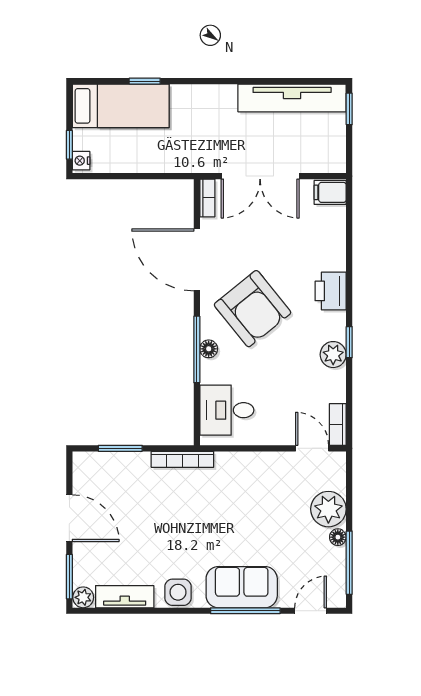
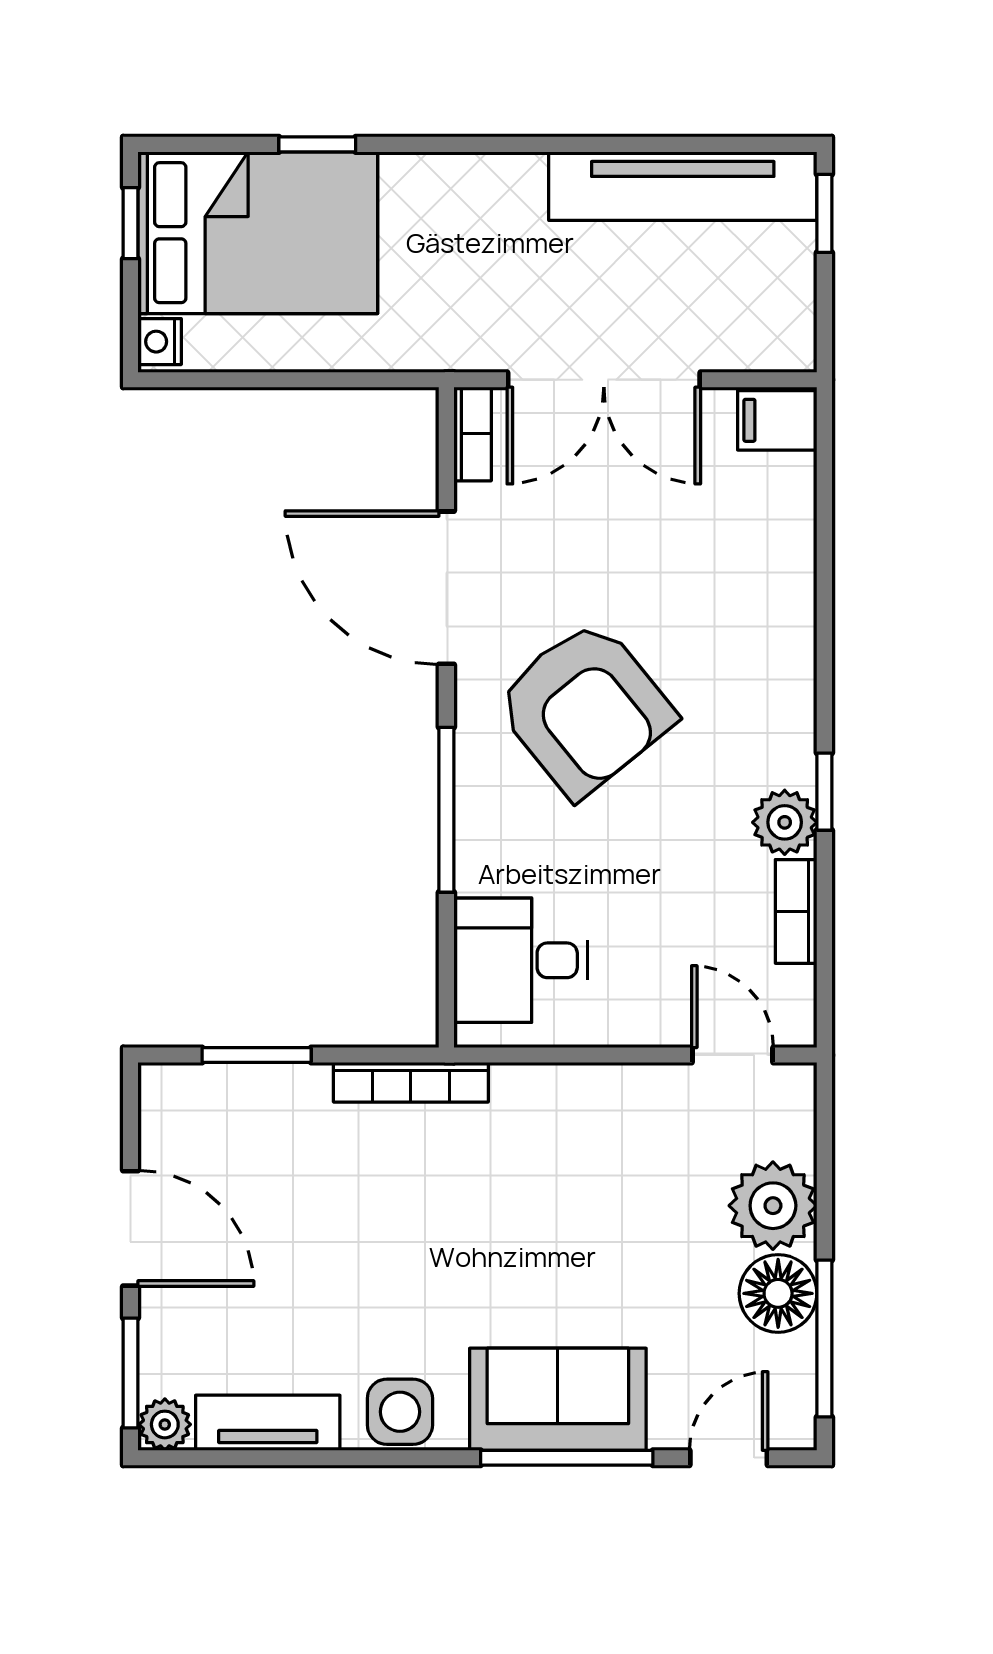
bed: (121, 106) -> (258, 233), width x1.50
window: (69, 145) -> (130, 223), moved
printer: (331, 291) -> (778, 665), removed
floor lamp: (209, 349) -> (476, 808), removed
bookcase: (338, 424) -> (796, 911), moved
floor lamp: (338, 537) -> (778, 1293), width x1.89, depth x1.89

